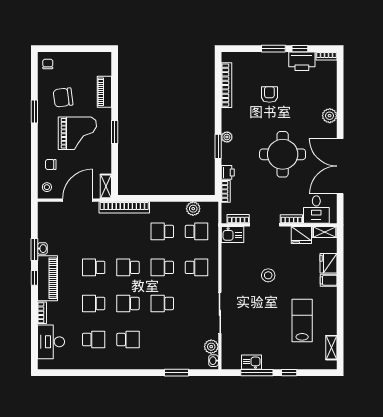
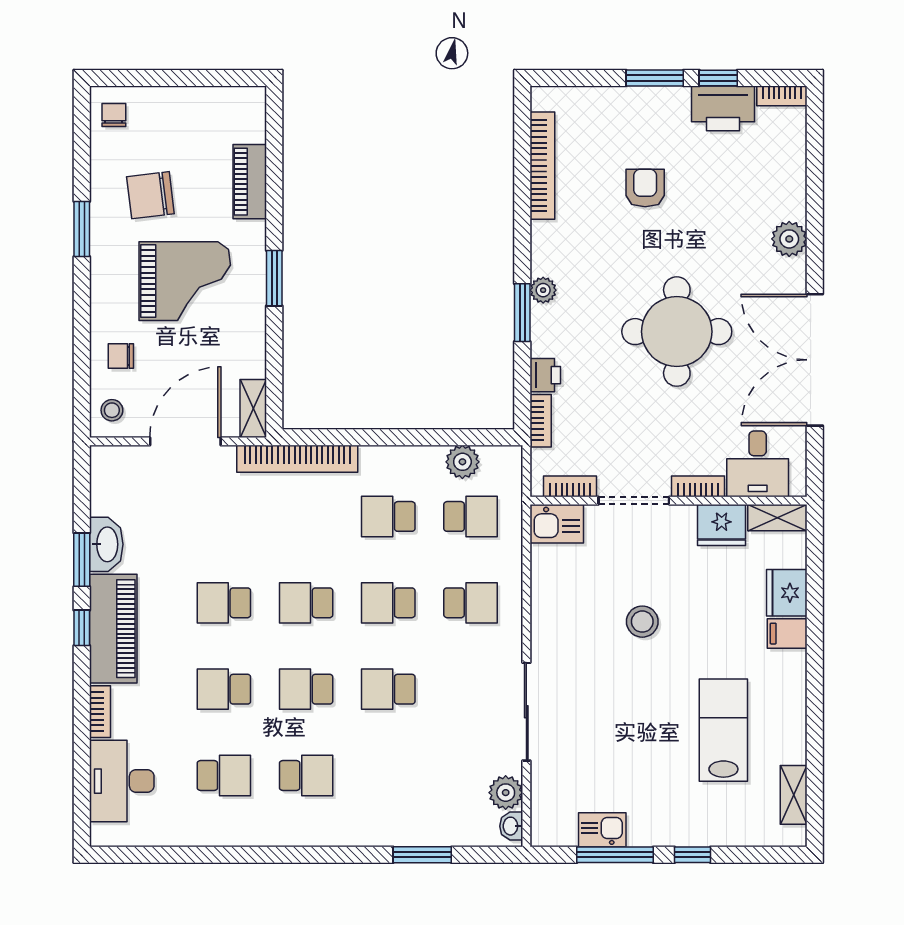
washbasin: (42, 249) -> (106, 544), width x1.91, depth x1.45

